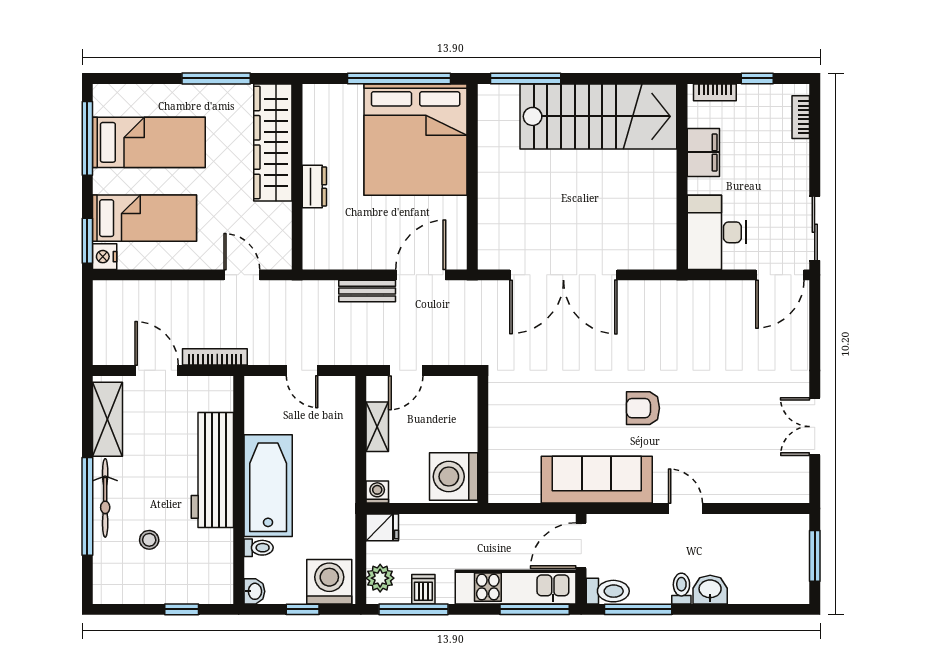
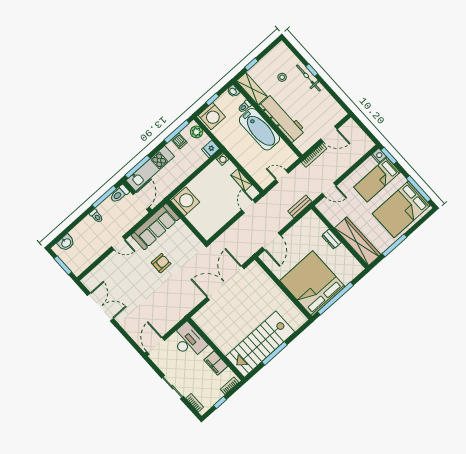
window: (526, 78) -> (275, 353), moved
bed: (149, 142) -> (401, 209), width x1.50
sliding door: (815, 228) -> (173, 387), moved
bench: (367, 291) -> (300, 206), moved
shelving: (108, 419) -> (252, 89), moved
double door: (815, 427) -> (100, 307), width x1.37
wall: (483, 439) -> (186, 222), moved
washing machine: (454, 477) -> (185, 201), moved
window: (87, 506) -> (312, 70), width x0.32
washbasin: (710, 590) -> (66, 243), moved

